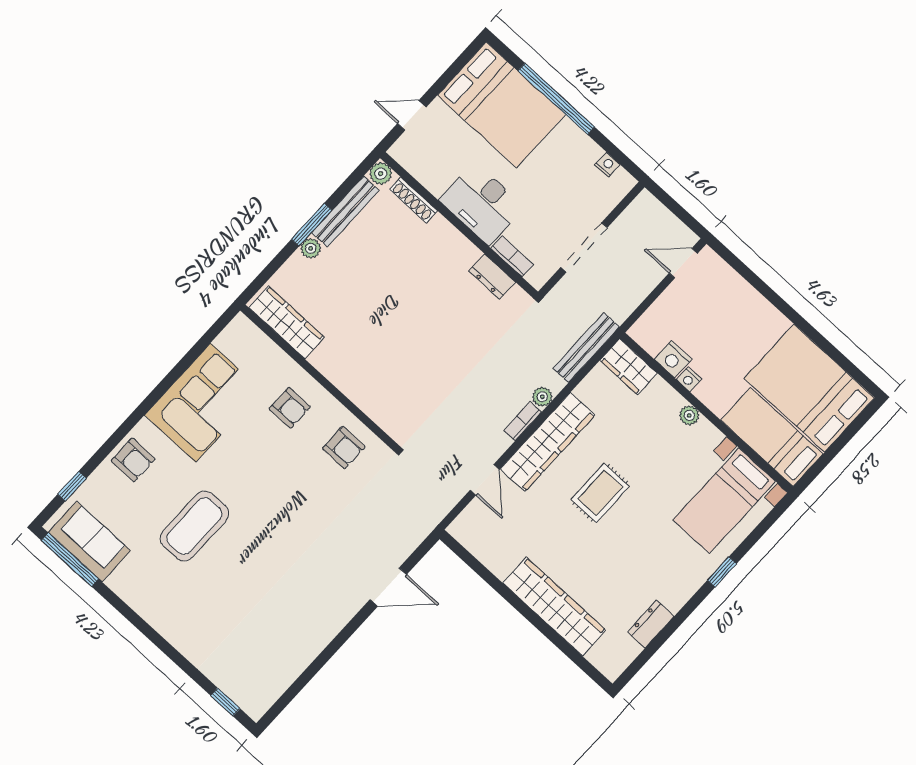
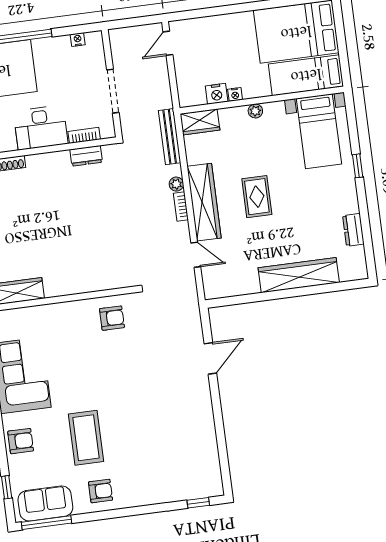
armchair: (290, 408) -> (101, 491), moved

